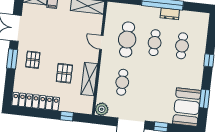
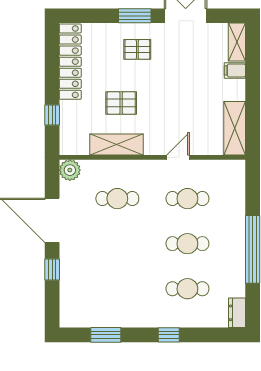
dresser: (170, 14) -> (237, 313), moved
cafe table: (127, 40) -> (187, 199), width x0.73, depth x0.74
booth: (187, 107) -> (89, 308), removed

